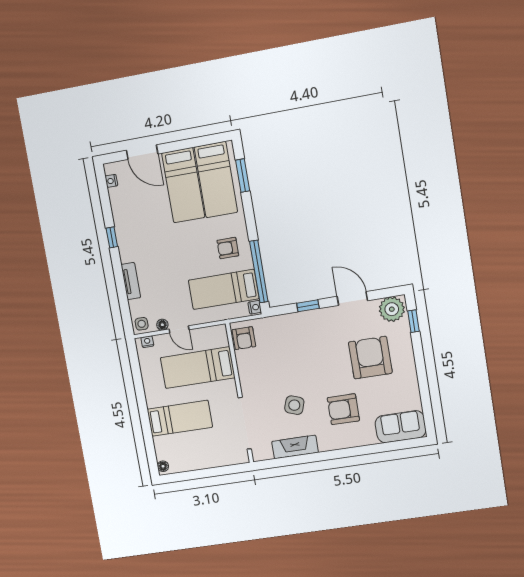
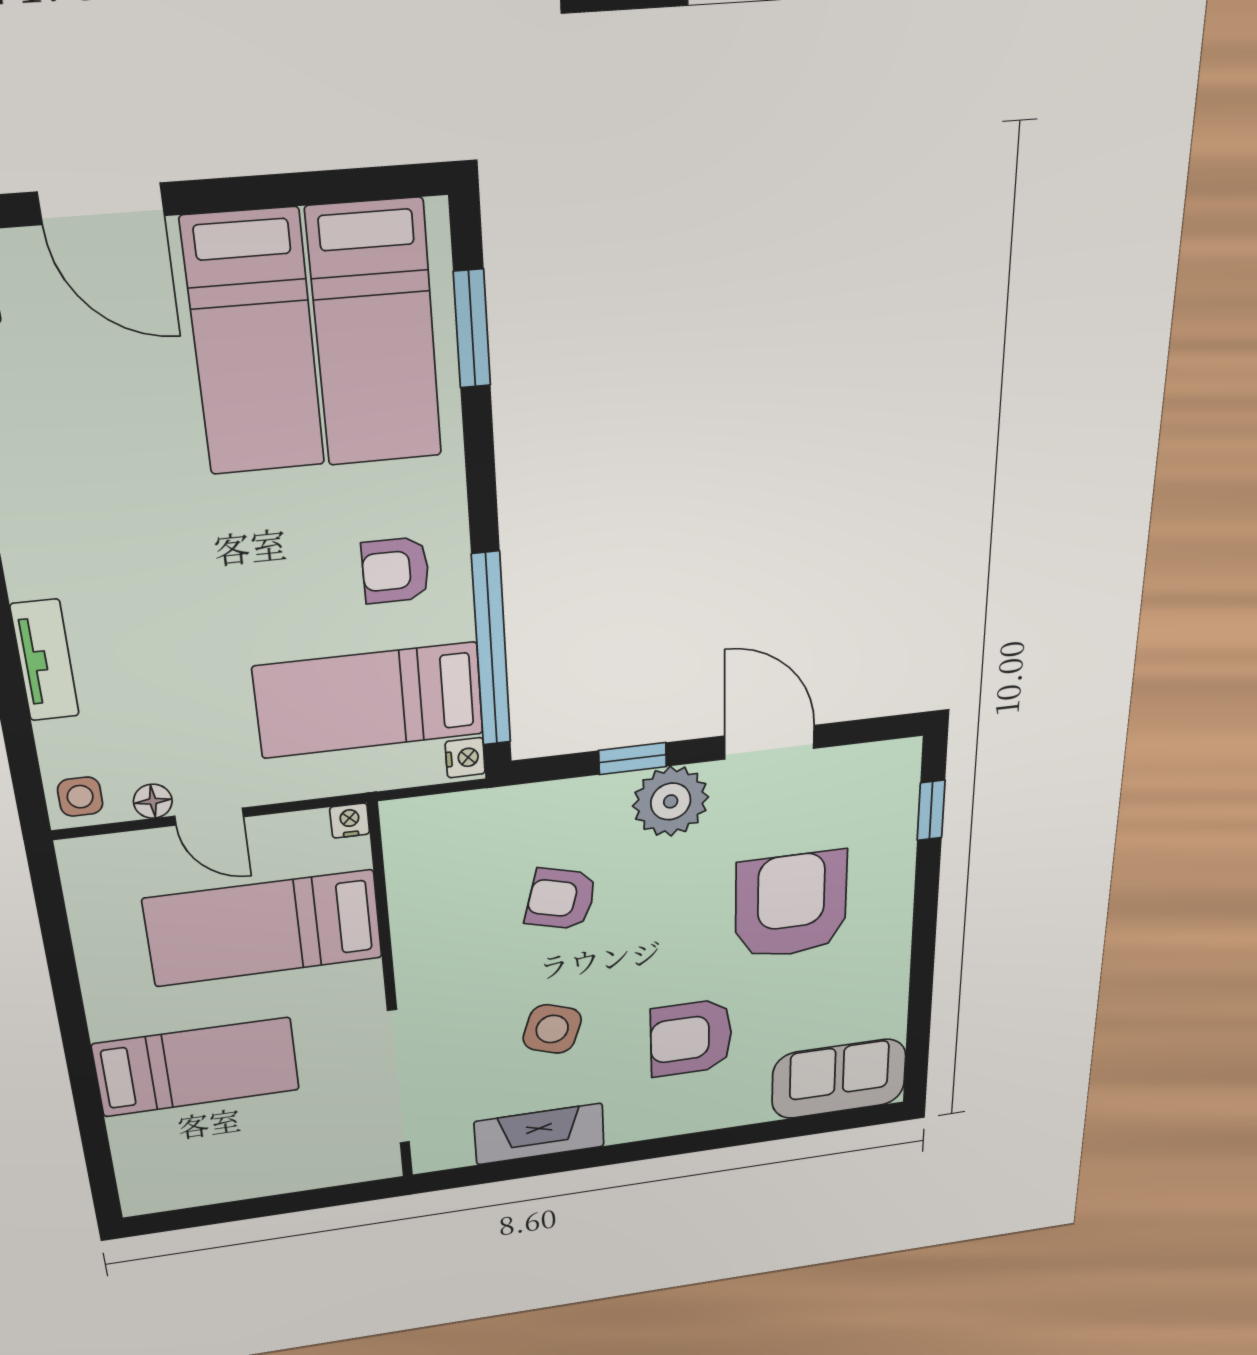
plant: (392, 309) -> (671, 801), moved
armchair: (244, 338) -> (561, 899), moved, turned 105
nightstand: (147, 342) -> (350, 821), moved
floor lamp: (163, 466) -> (136, 1193), removed

